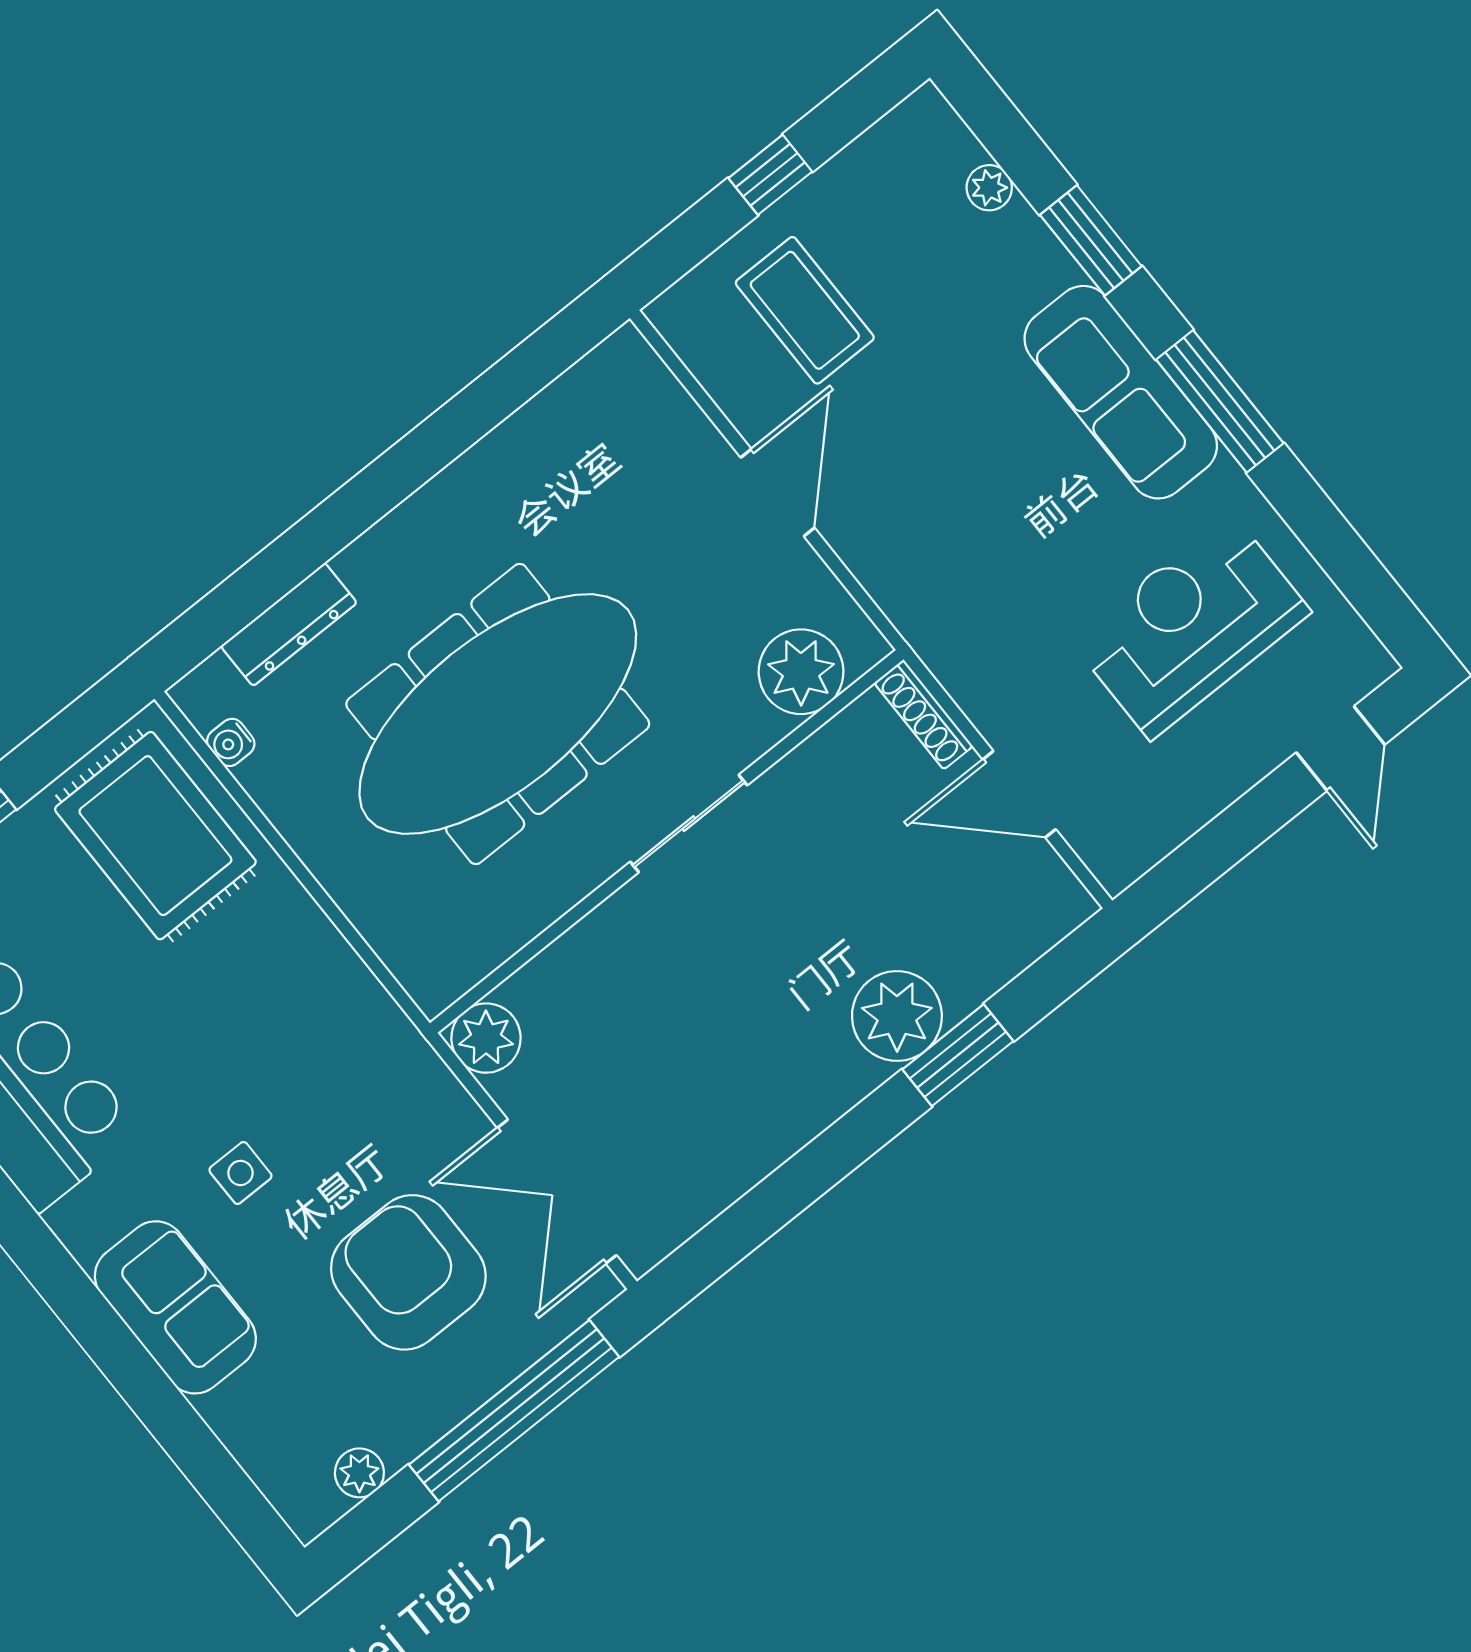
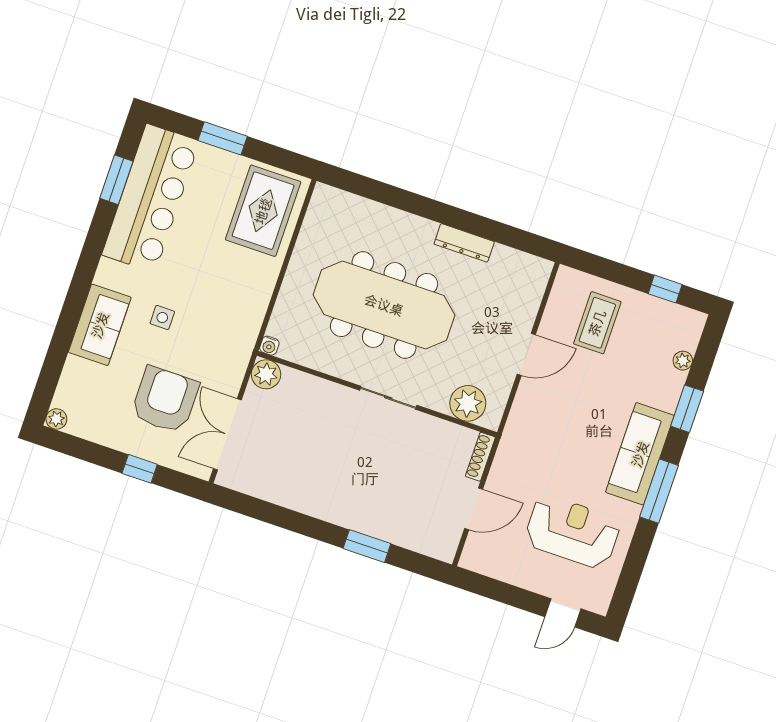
window: (770, 175) -> (665, 289), moved
dresser: (289, 624) -> (464, 243), moved
water cooler: (231, 742) -> (269, 346), moved, turned -90
door: (1019, 794) -> (474, 509), swing flipped
plant: (897, 1016) -> (367, 516), removed
window: (514, 1411) -> (140, 469), width x0.32
plant: (359, 1473) -> (56, 419), moved

